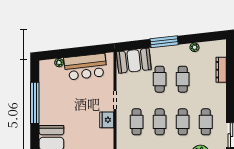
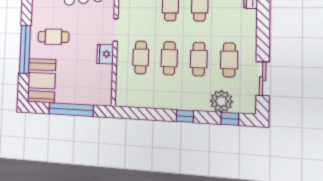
window: (35, 103) -> (25, 49), moved
cafe table: (61, 106) -> (53, 37), added

